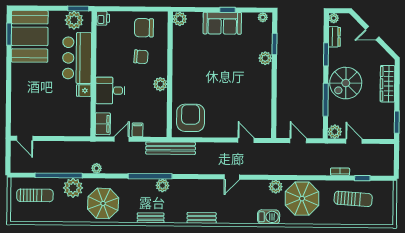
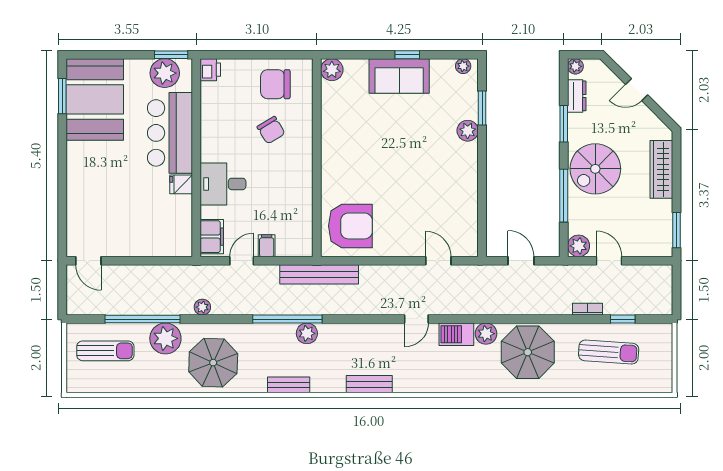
chair: (141, 57) -> (271, 130), turned 55
plant: (160, 84) -> (302, 173), removed
armchair: (191, 118) -> (350, 226), turned 90
barbecue: (269, 217) -> (456, 334), moved, turned 180

